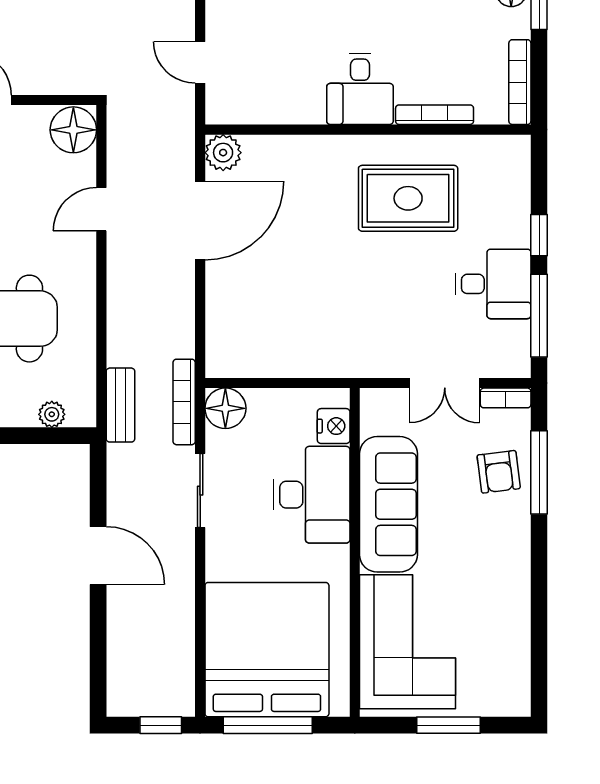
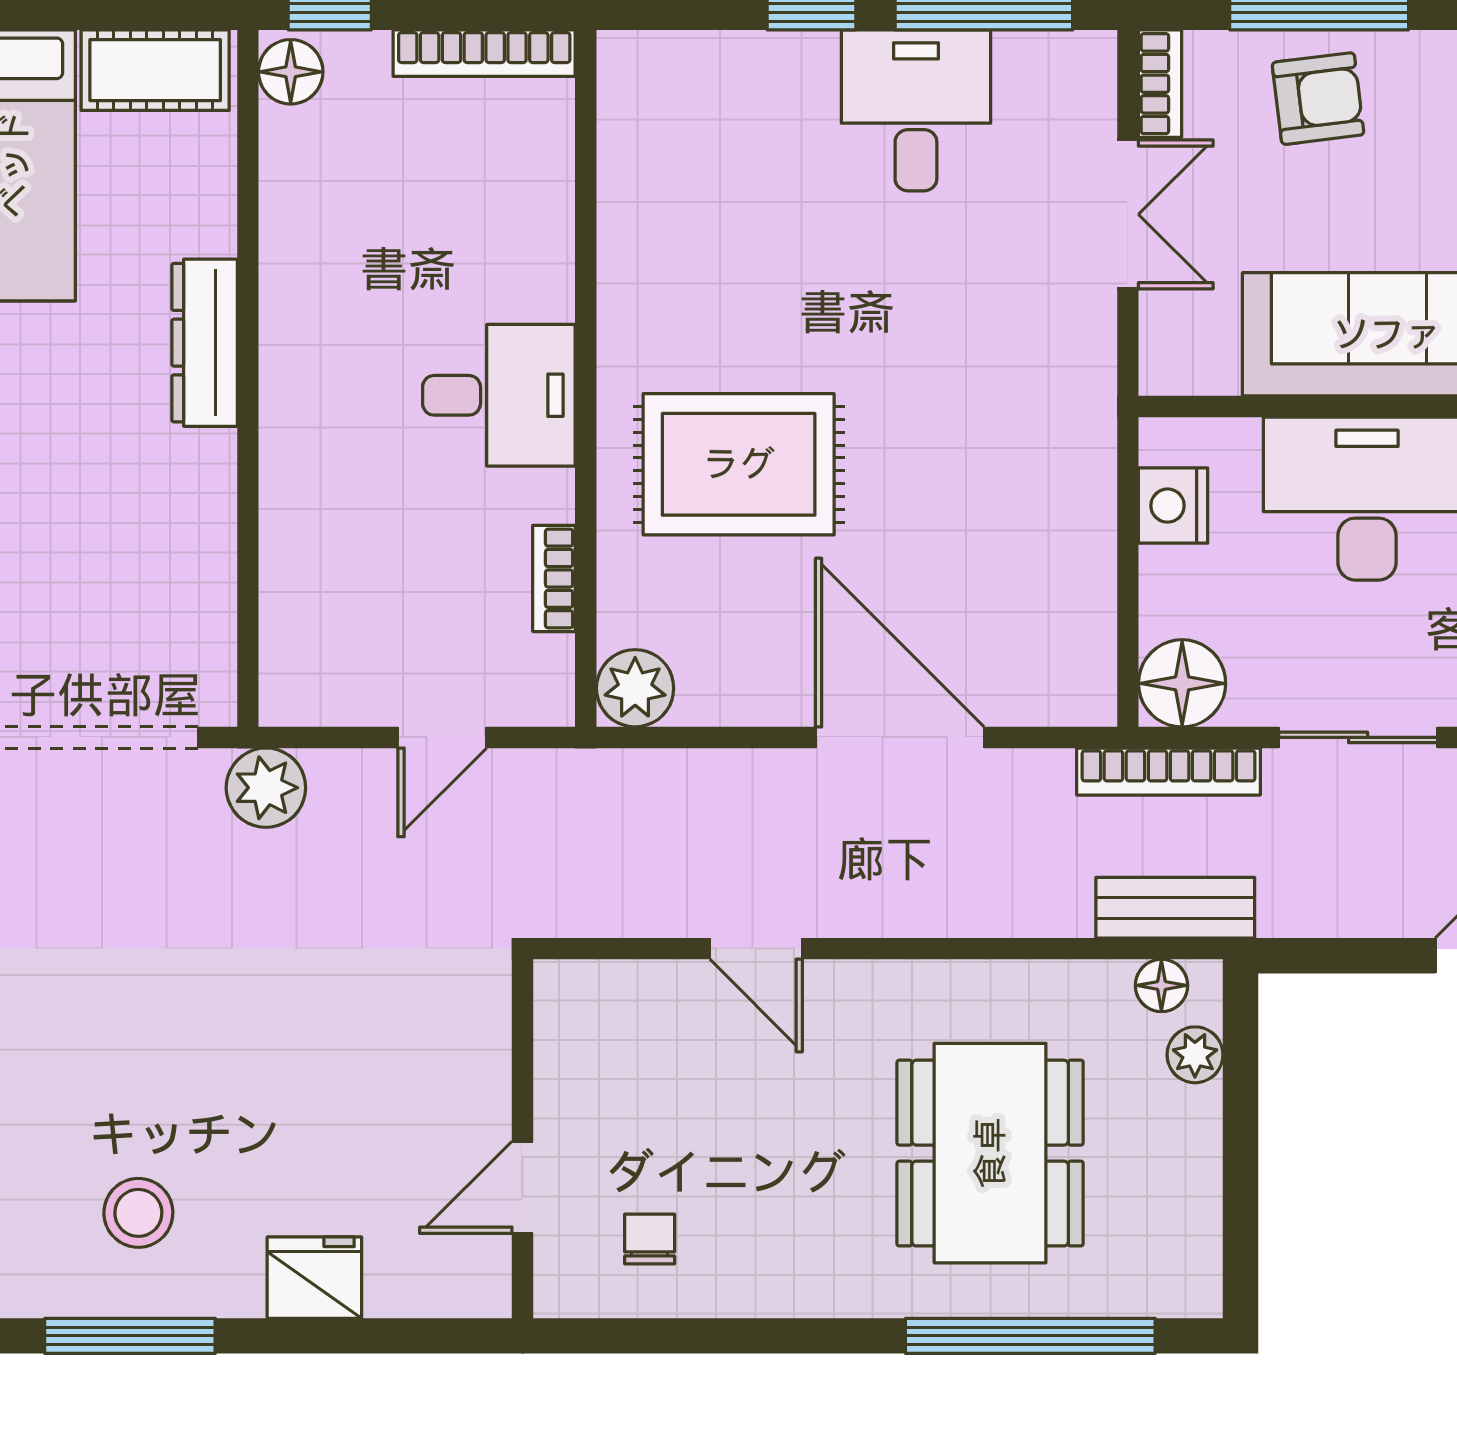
bookcase: (435, 115) -> (554, 578), moved, width x0.64
floor lamp: (73, 130) -> (1161, 985), moved, width x0.53, depth x0.53
rug: (408, 198) -> (739, 464), moved, turned 90
door: (200, 220) -> (900, 737), moved
nightstand: (334, 426) -> (1173, 506), moved, turned -90

